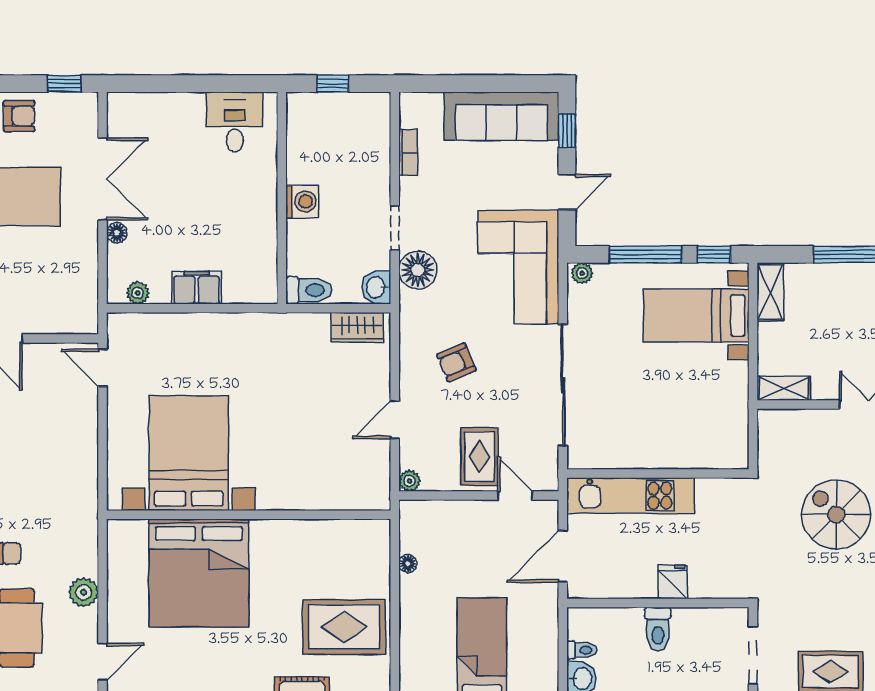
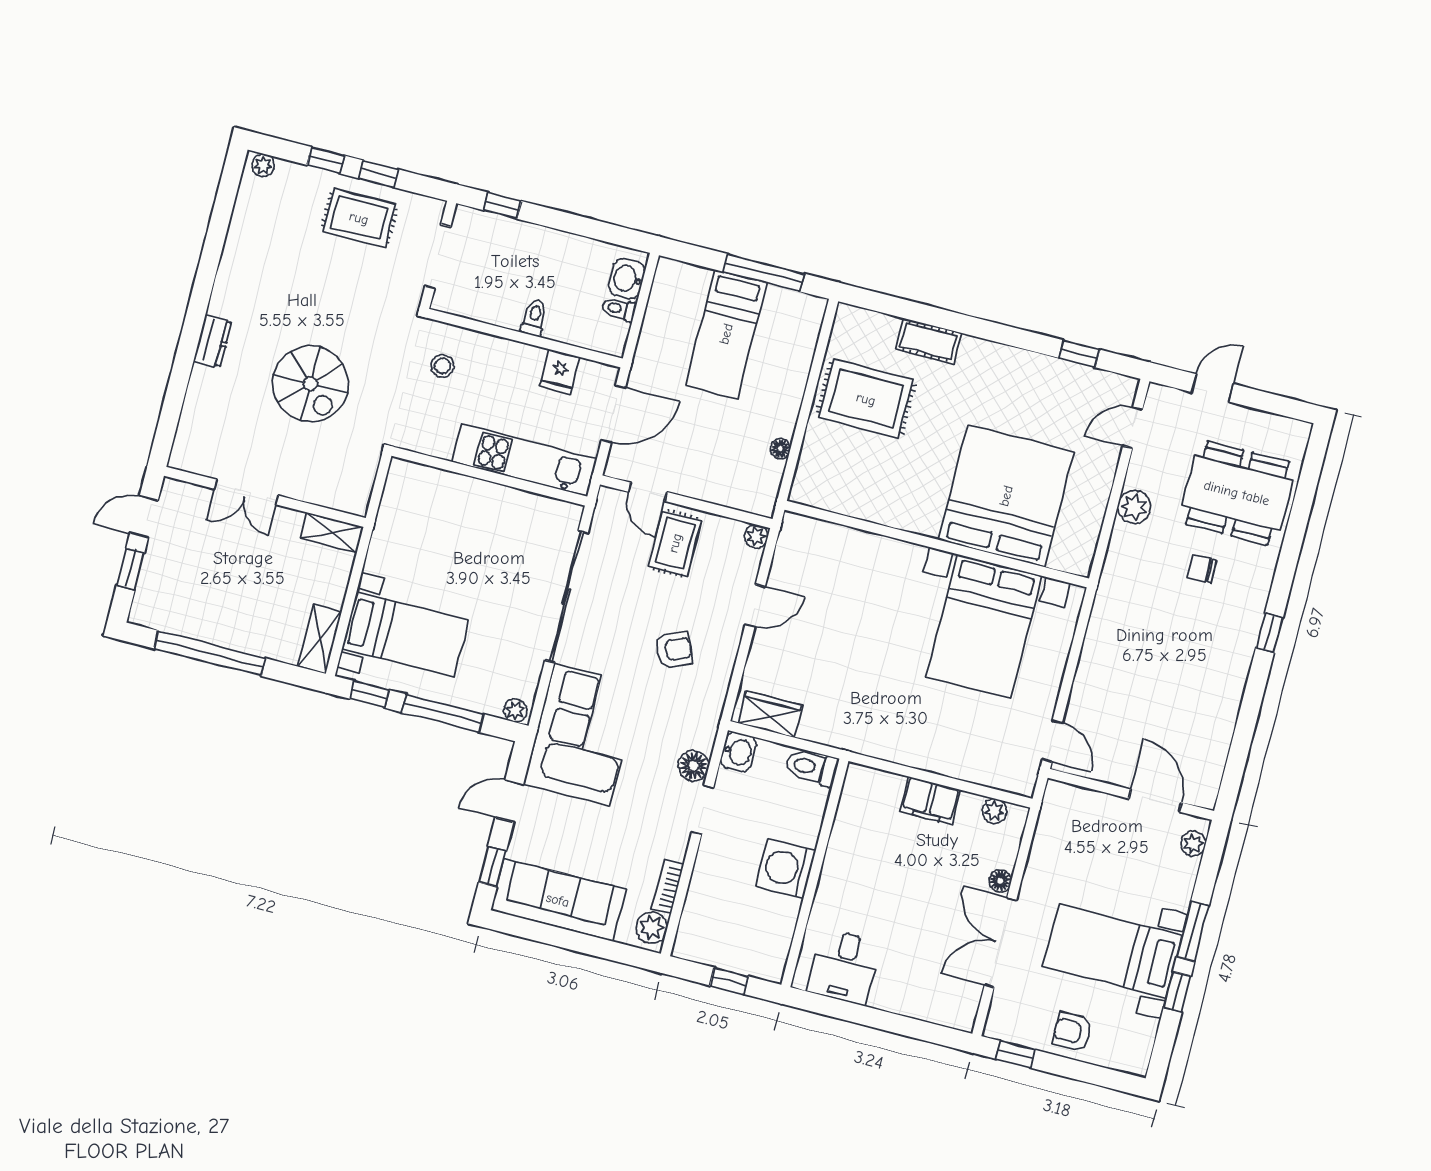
plant: (413, 113) -> (652, 928), added
washing machine: (302, 202) -> (786, 868), width x1.37, depth x1.37
floor lamp: (418, 270) -> (694, 766), width x0.73, depth x0.73
stool: (724, 560) -> (443, 366), added
fridge: (673, 582) -> (560, 371), moved
toilet: (658, 629) -> (534, 318), width x0.73, depth x0.72

